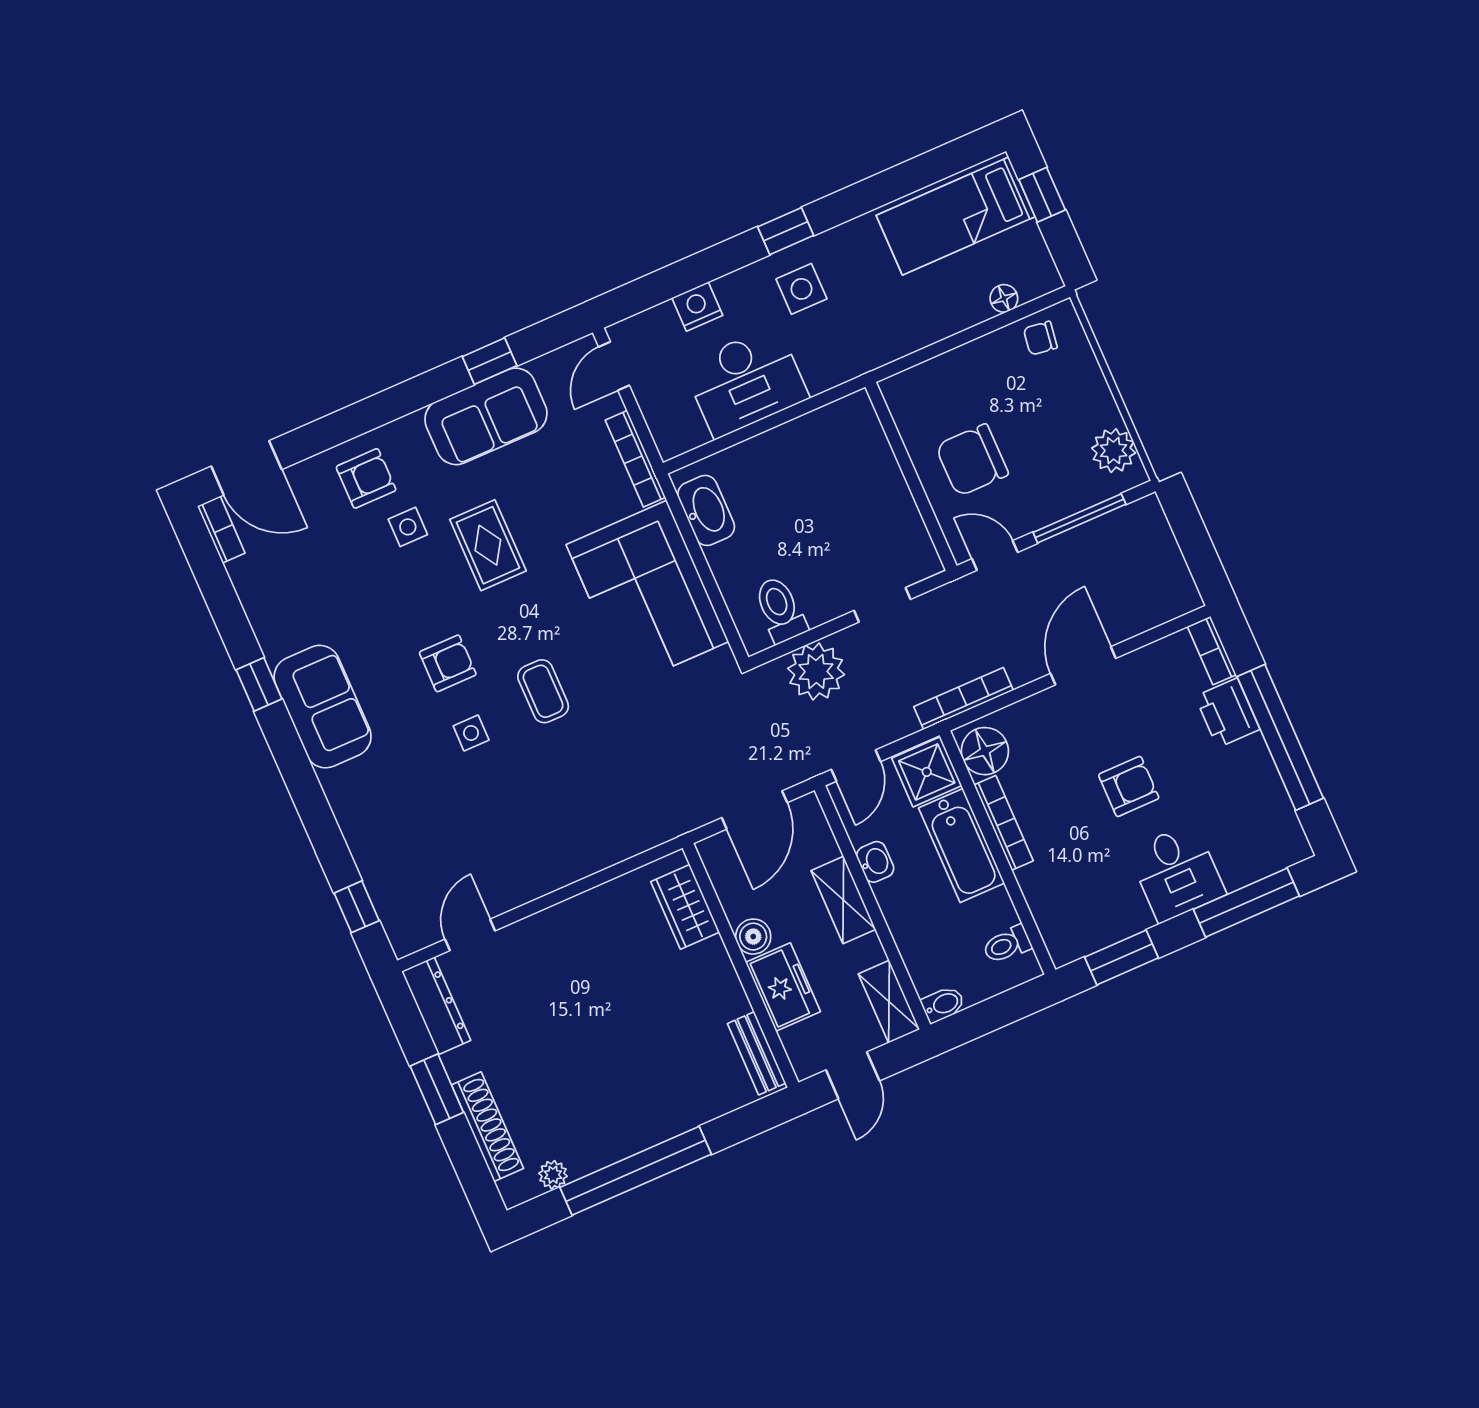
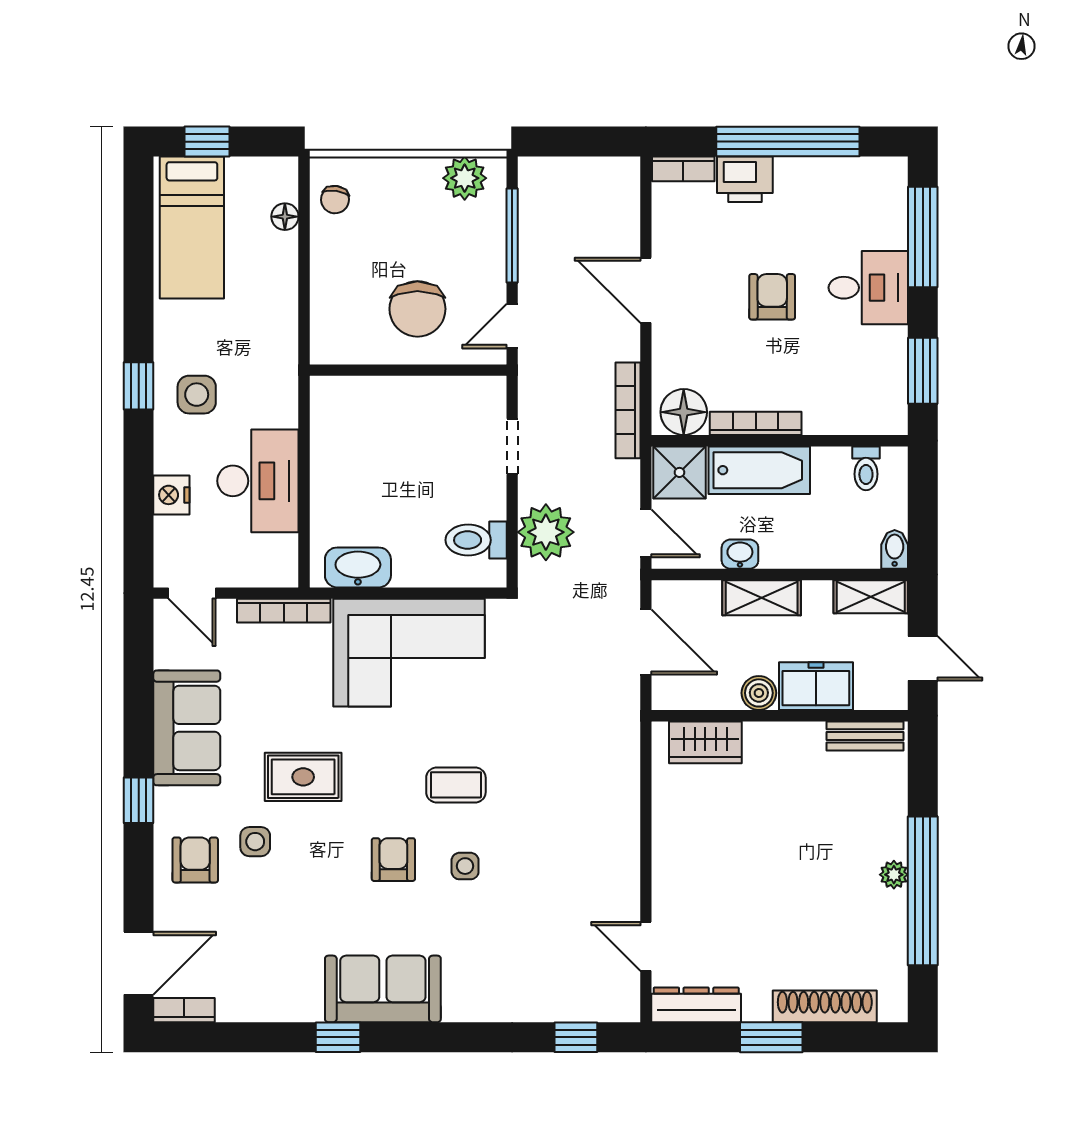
window: (490, 361) -> (139, 800), moved
plant: (553, 1175) -> (894, 875), moved

